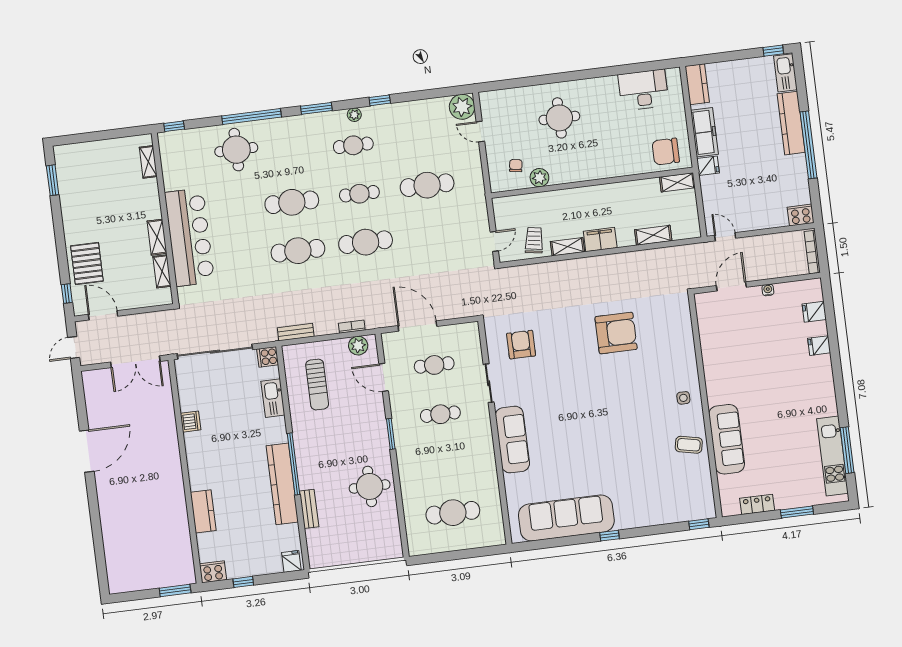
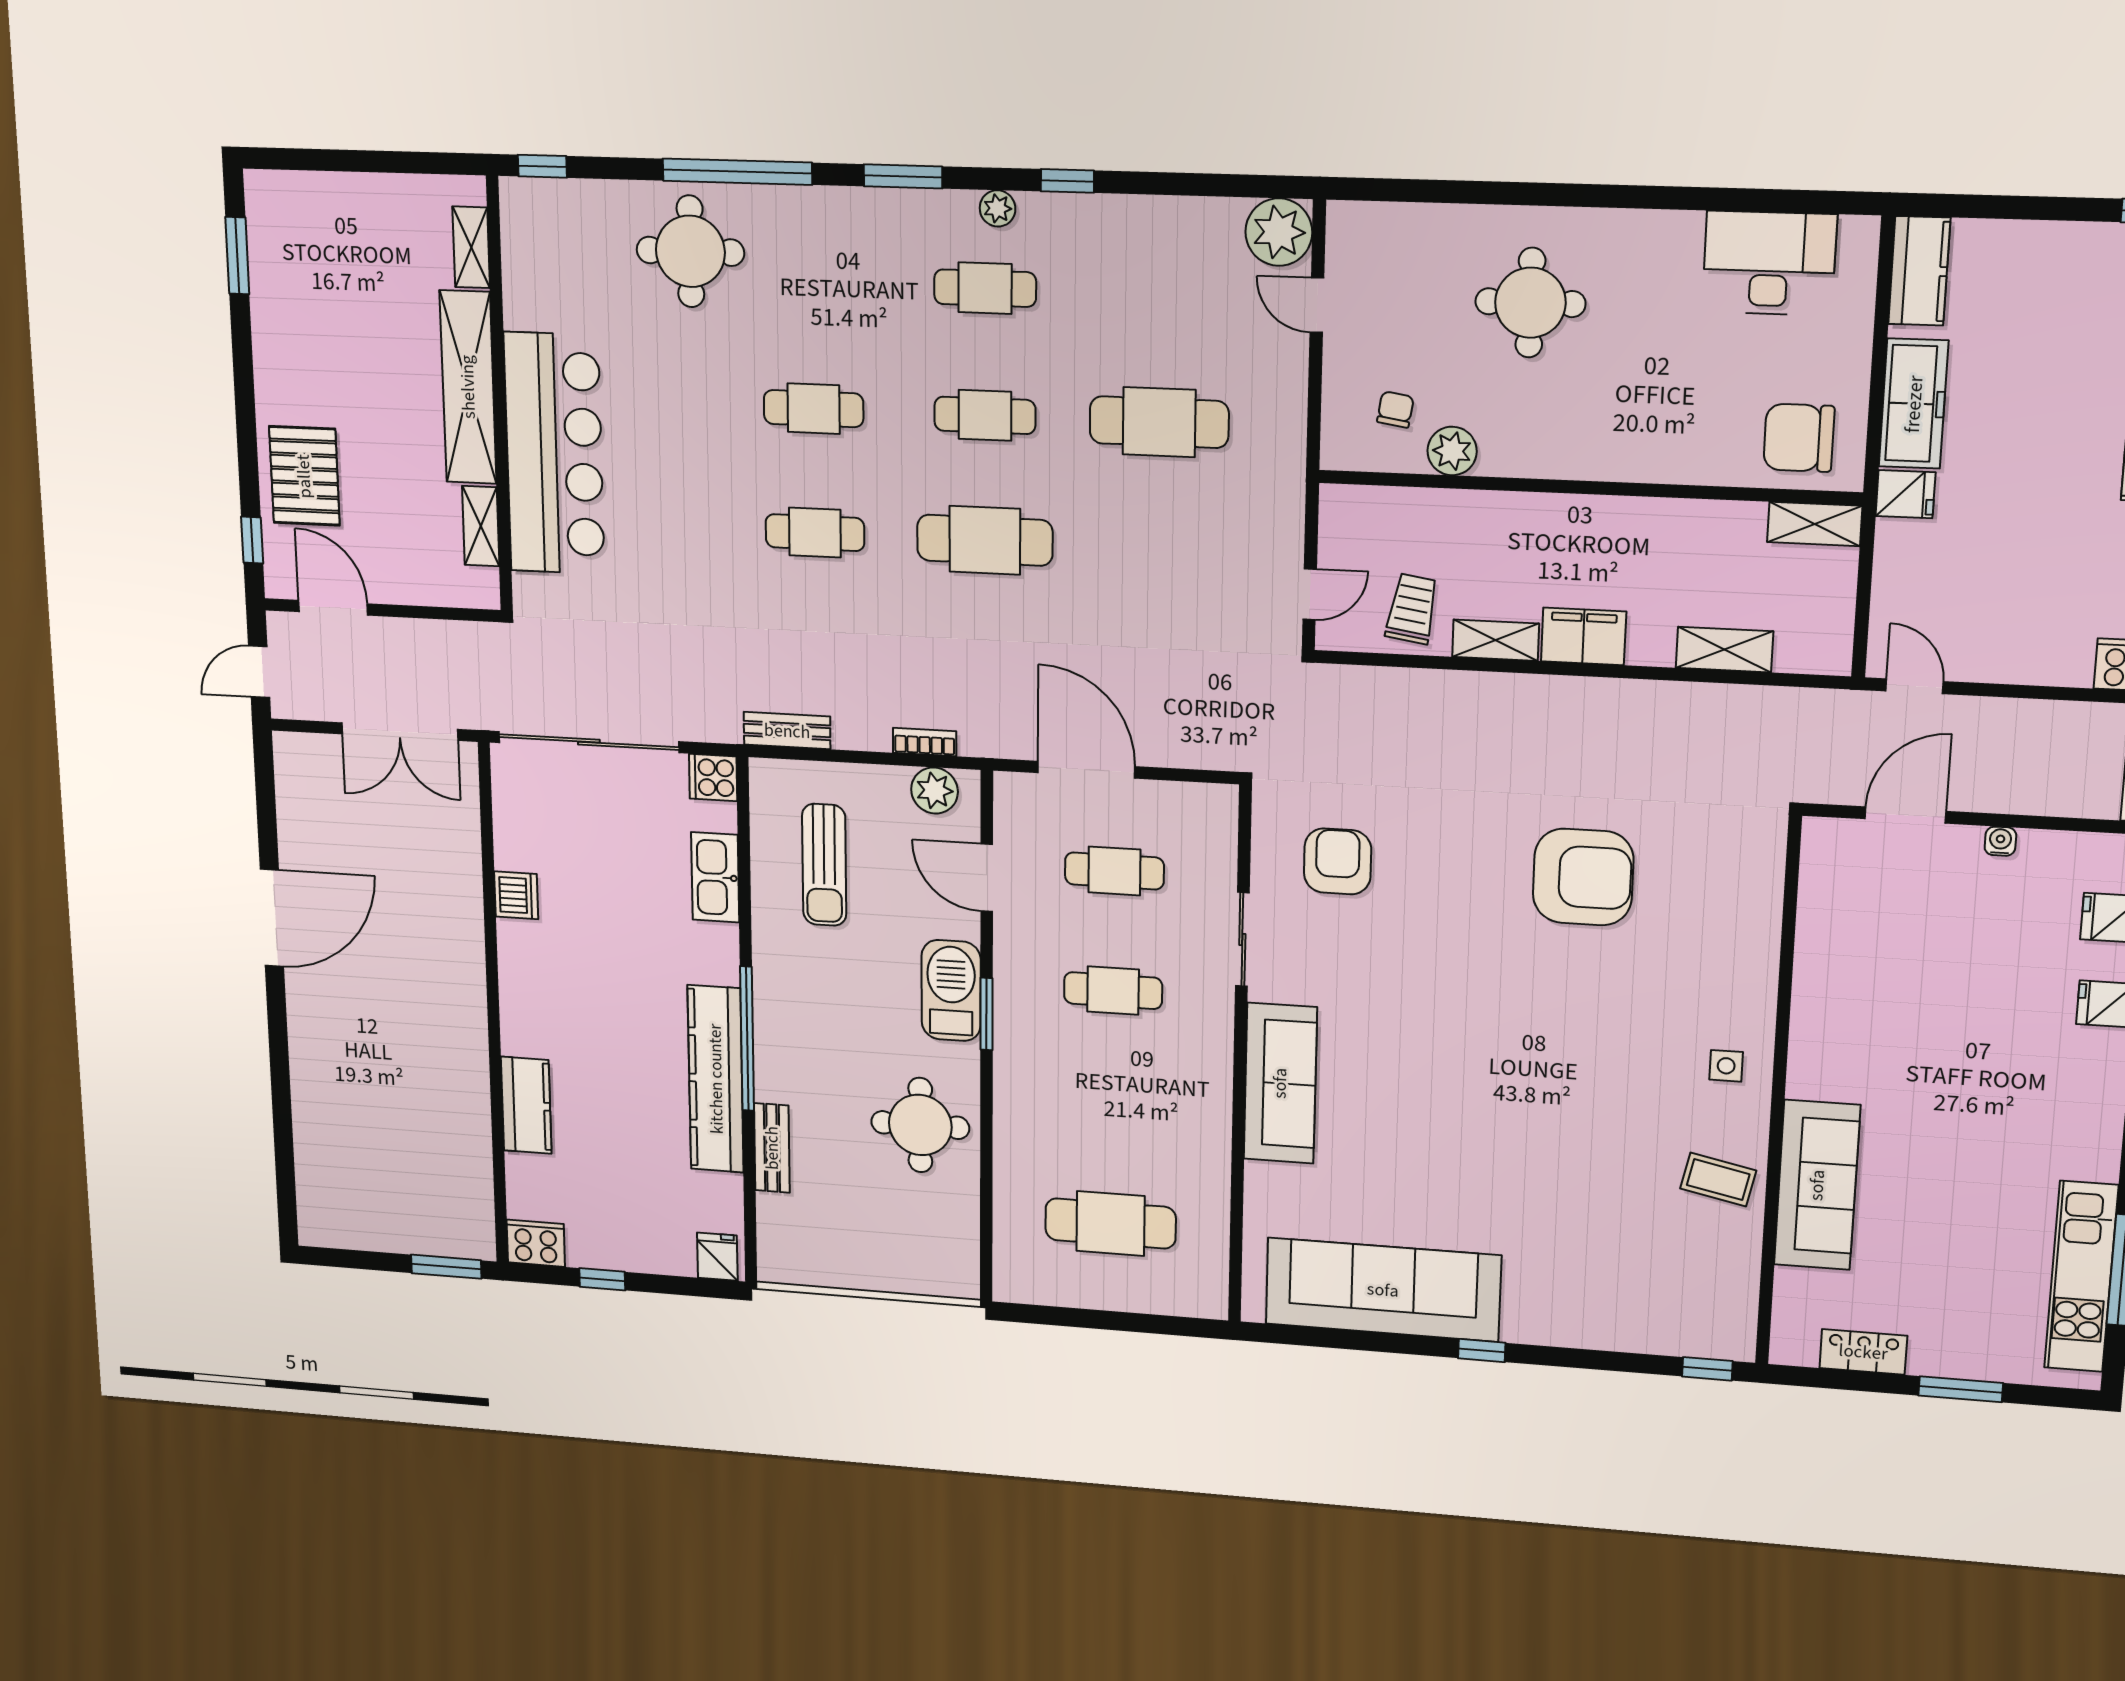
cafe table: (292, 202) -> (814, 409), width x0.73, depth x0.74
shelving: (157, 237) -> (468, 387), width x2.20, depth x1.33
cafe table: (298, 251) -> (815, 533), width x0.73, depth x0.74
barbecue: (375, 427) -> (951, 991), added

